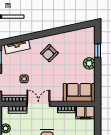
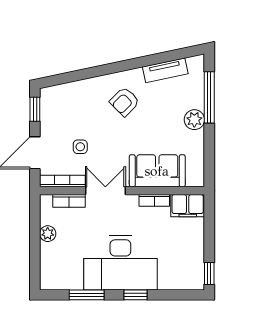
tv unit: (17, 47) -> (165, 70), moved
window: (98, 51) -> (209, 97), width x2.17
sofa: (79, 93) -> (157, 171), moved

